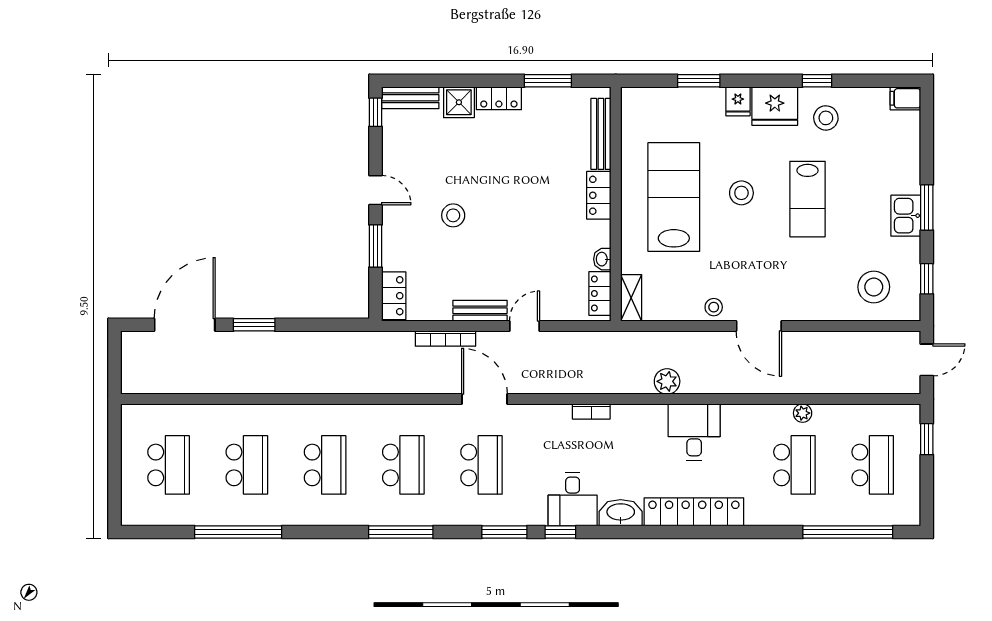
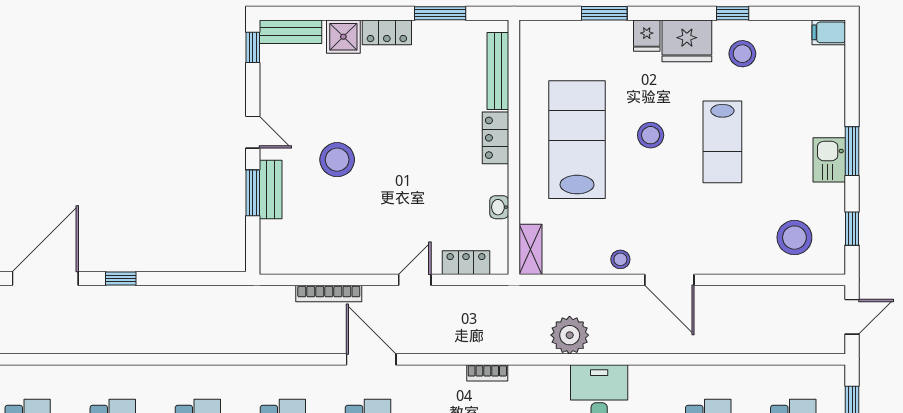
stool: (453, 215) -> (337, 160), width x1.38, depth x1.38
locker: (600, 293) -> (466, 263), moved, turned 90
locker: (394, 296) -> (272, 247), removed
bench: (480, 311) -> (271, 189), moved, turned 90
window: (254, 325) -> (121, 278), width x0.67
plant: (667, 381) -> (570, 335), width x1.36, depth x1.36
plant: (803, 413) -> (717, 375), removed

